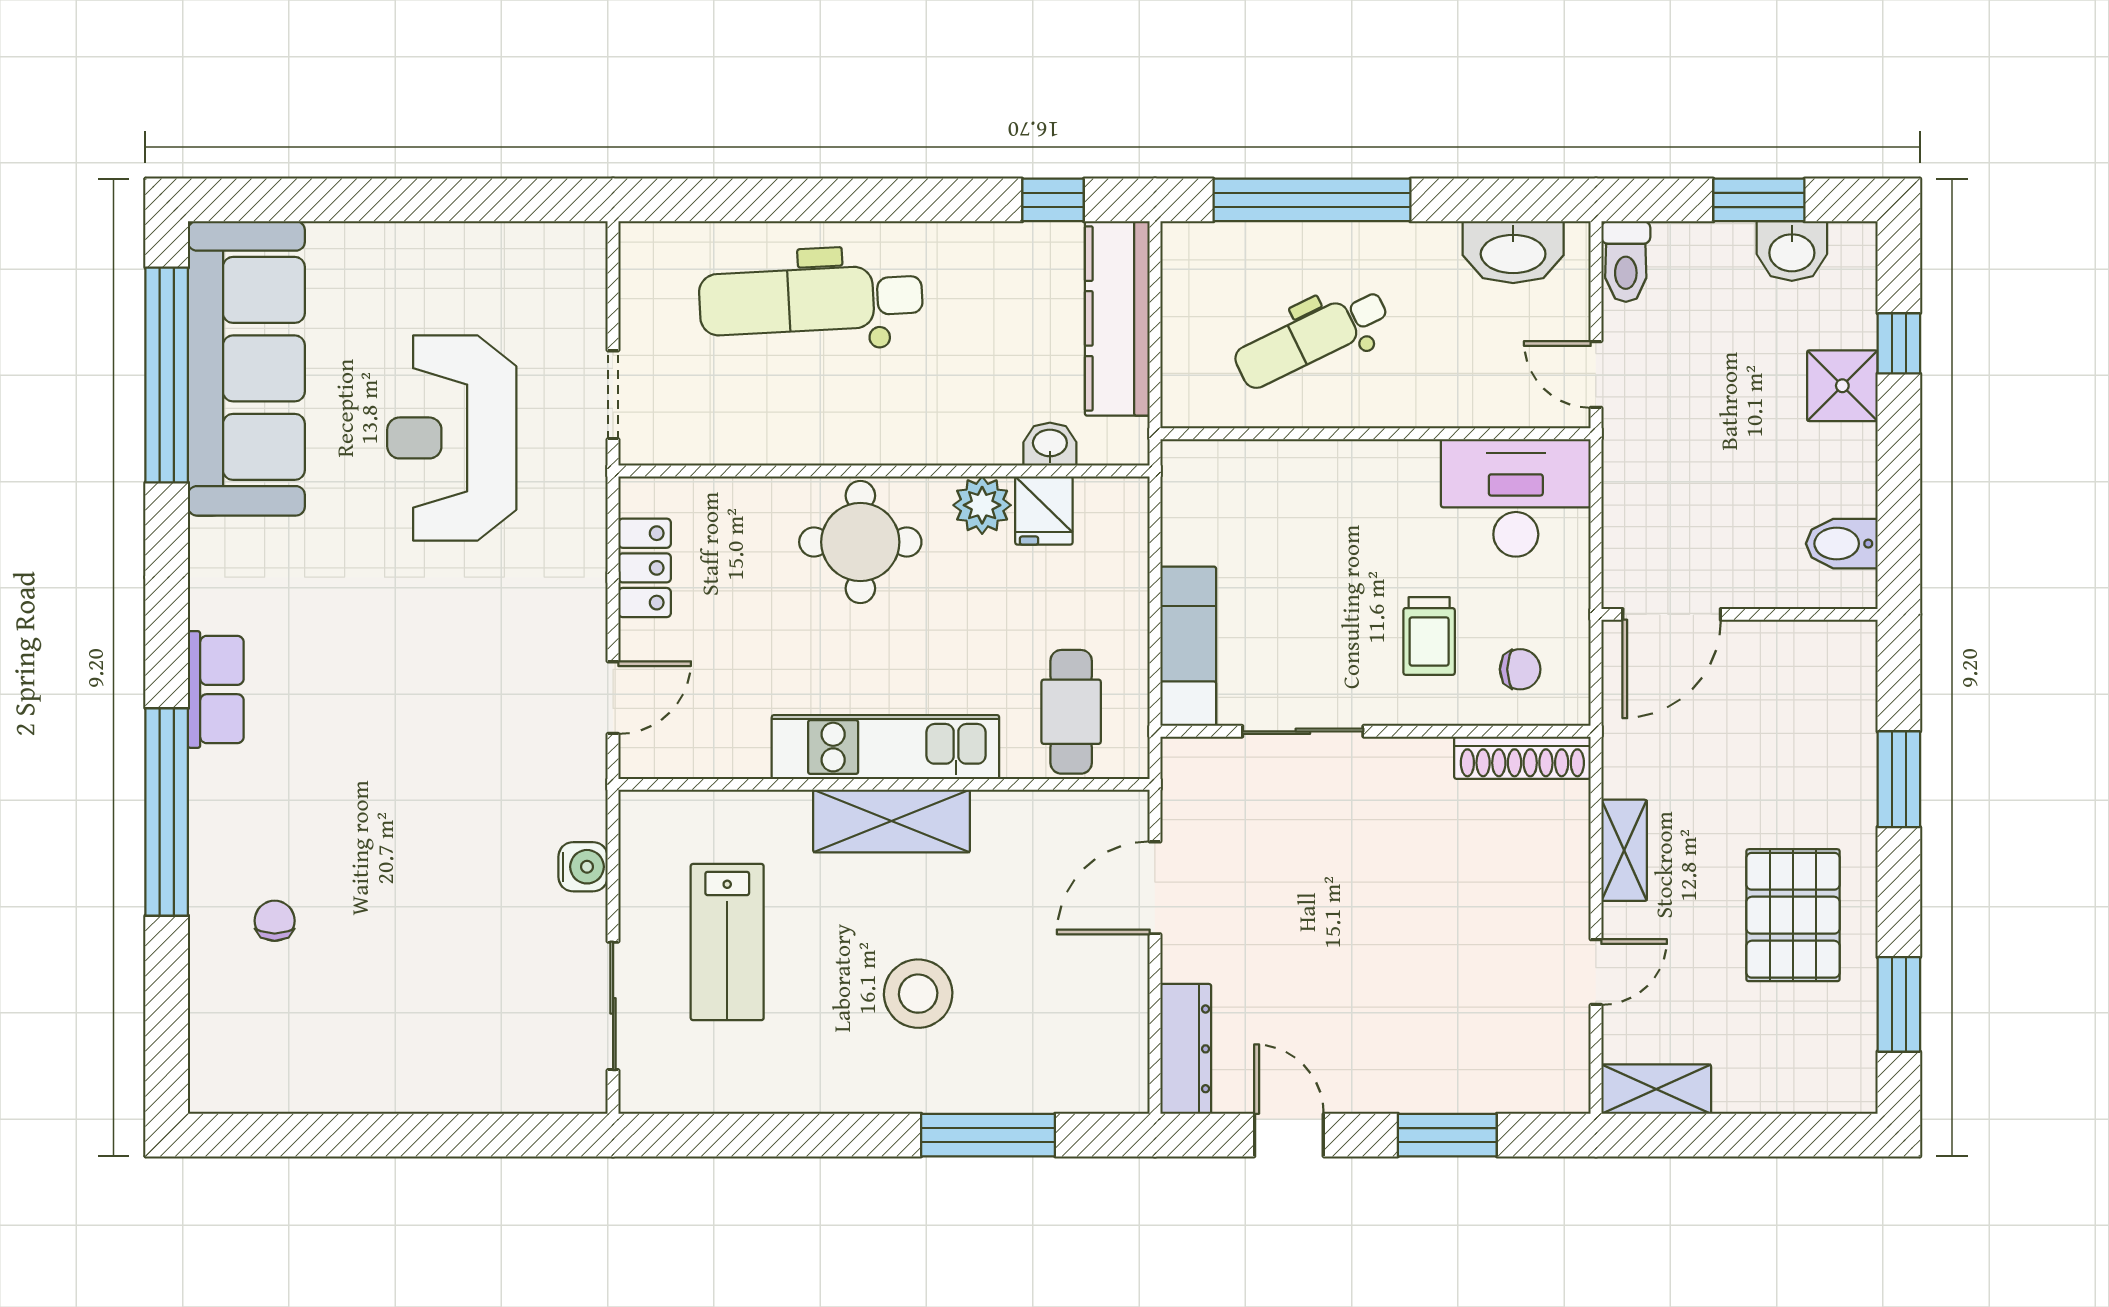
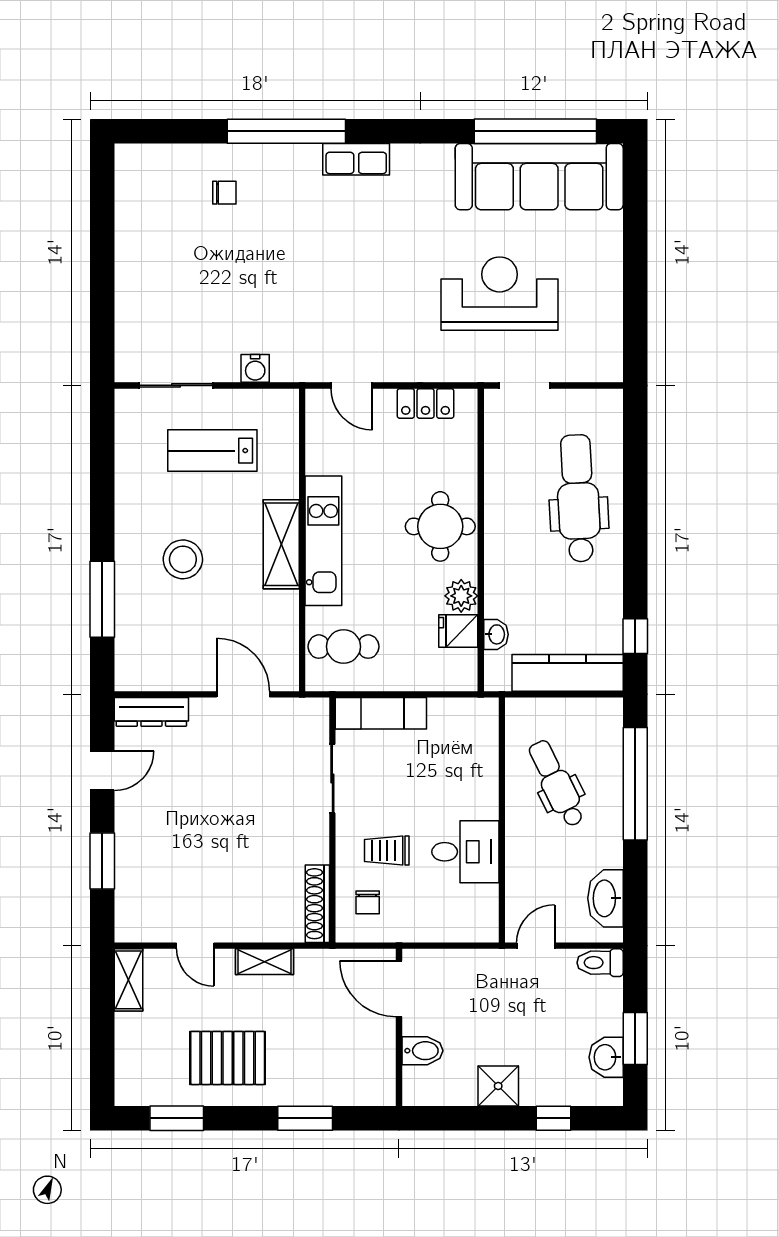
shower: (1842, 386) -> (498, 1086), moved
desk: (1516, 498) -> (465, 852), moved, width x0.73
bidet: (1842, 544) -> (422, 1051), moved, turned 90

